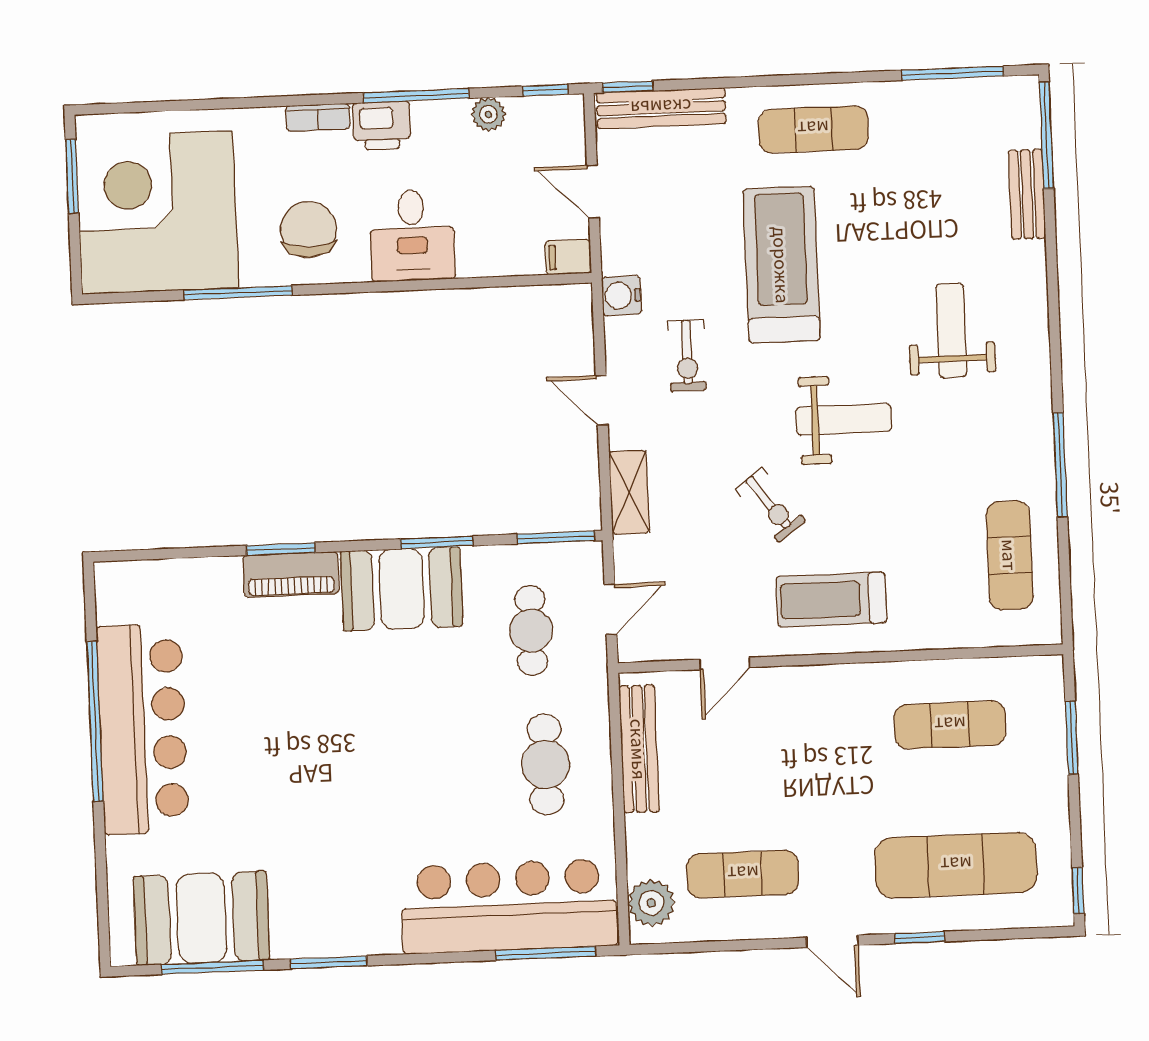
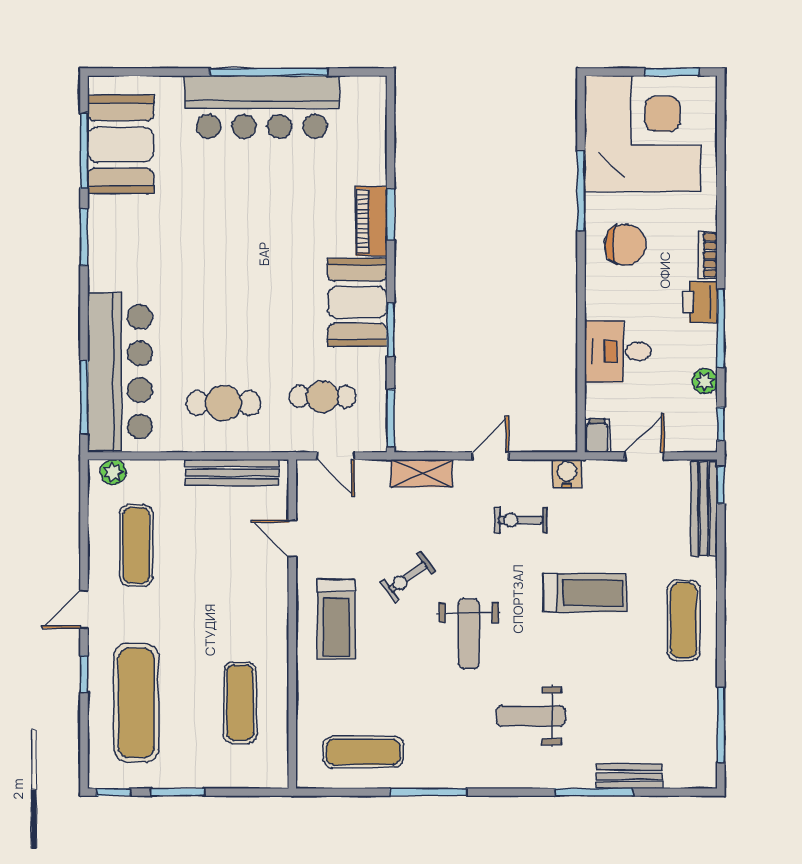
window: (1046, 135) -> (594, 792), moved
desk: (412, 235) -> (618, 351), moved
treadmill: (782, 265) -> (585, 593), width x0.73, depth x0.73
weight bench: (951, 330) -> (531, 716), turned 180
treadmill: (831, 600) -> (336, 619), turned 180
window: (1072, 738) -> (178, 792), moved
plant: (651, 903) -> (113, 472), width x0.73, depth x0.73

